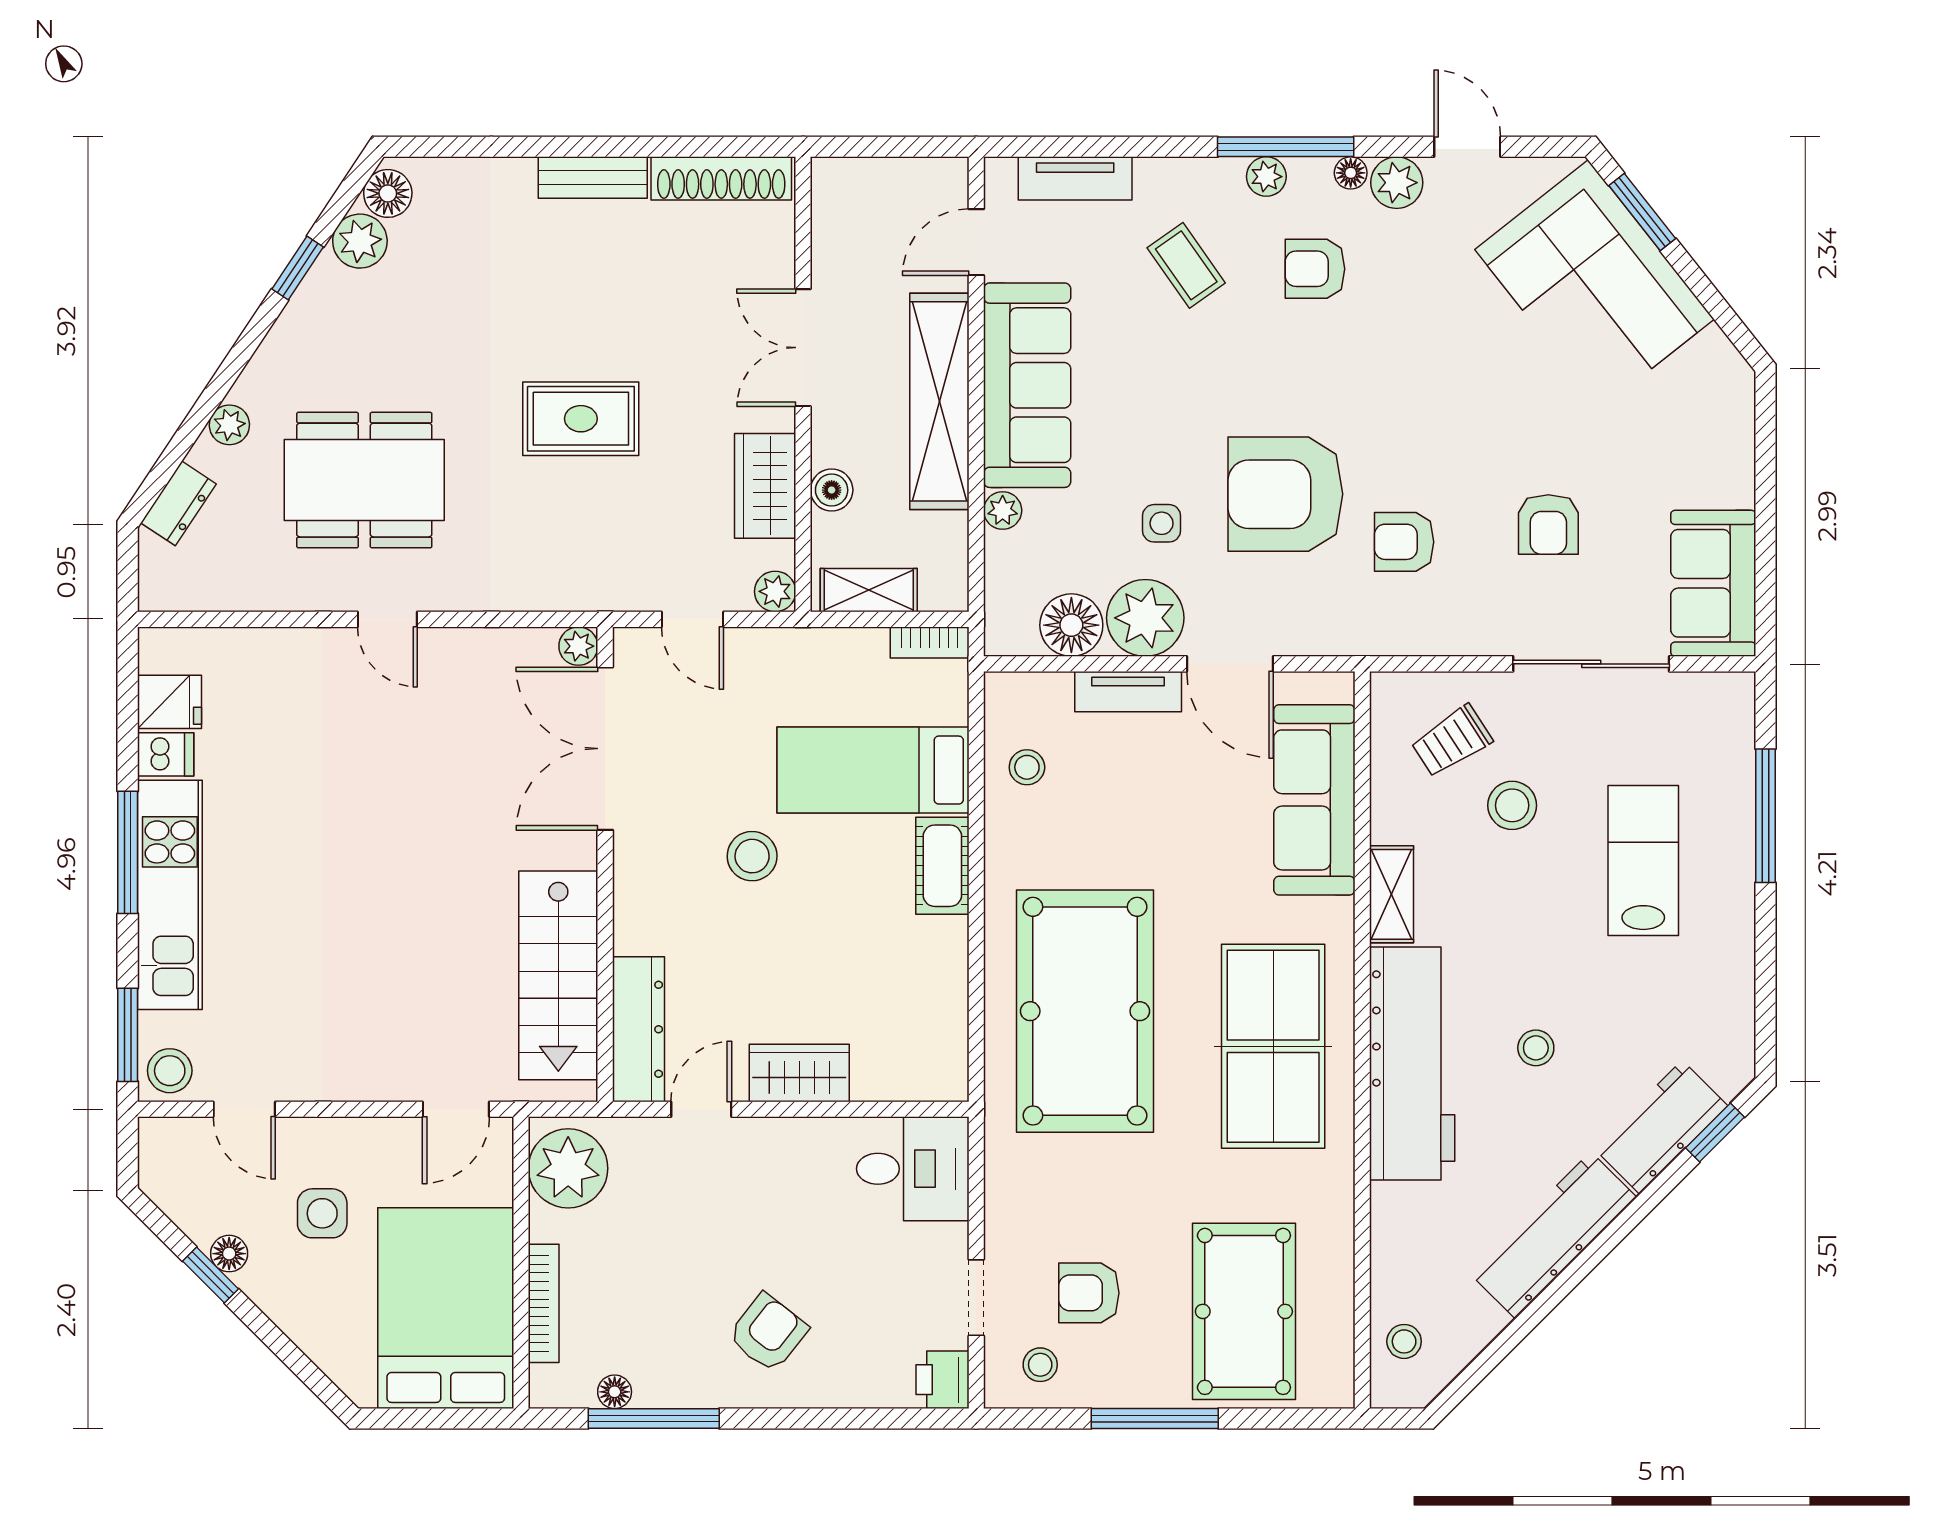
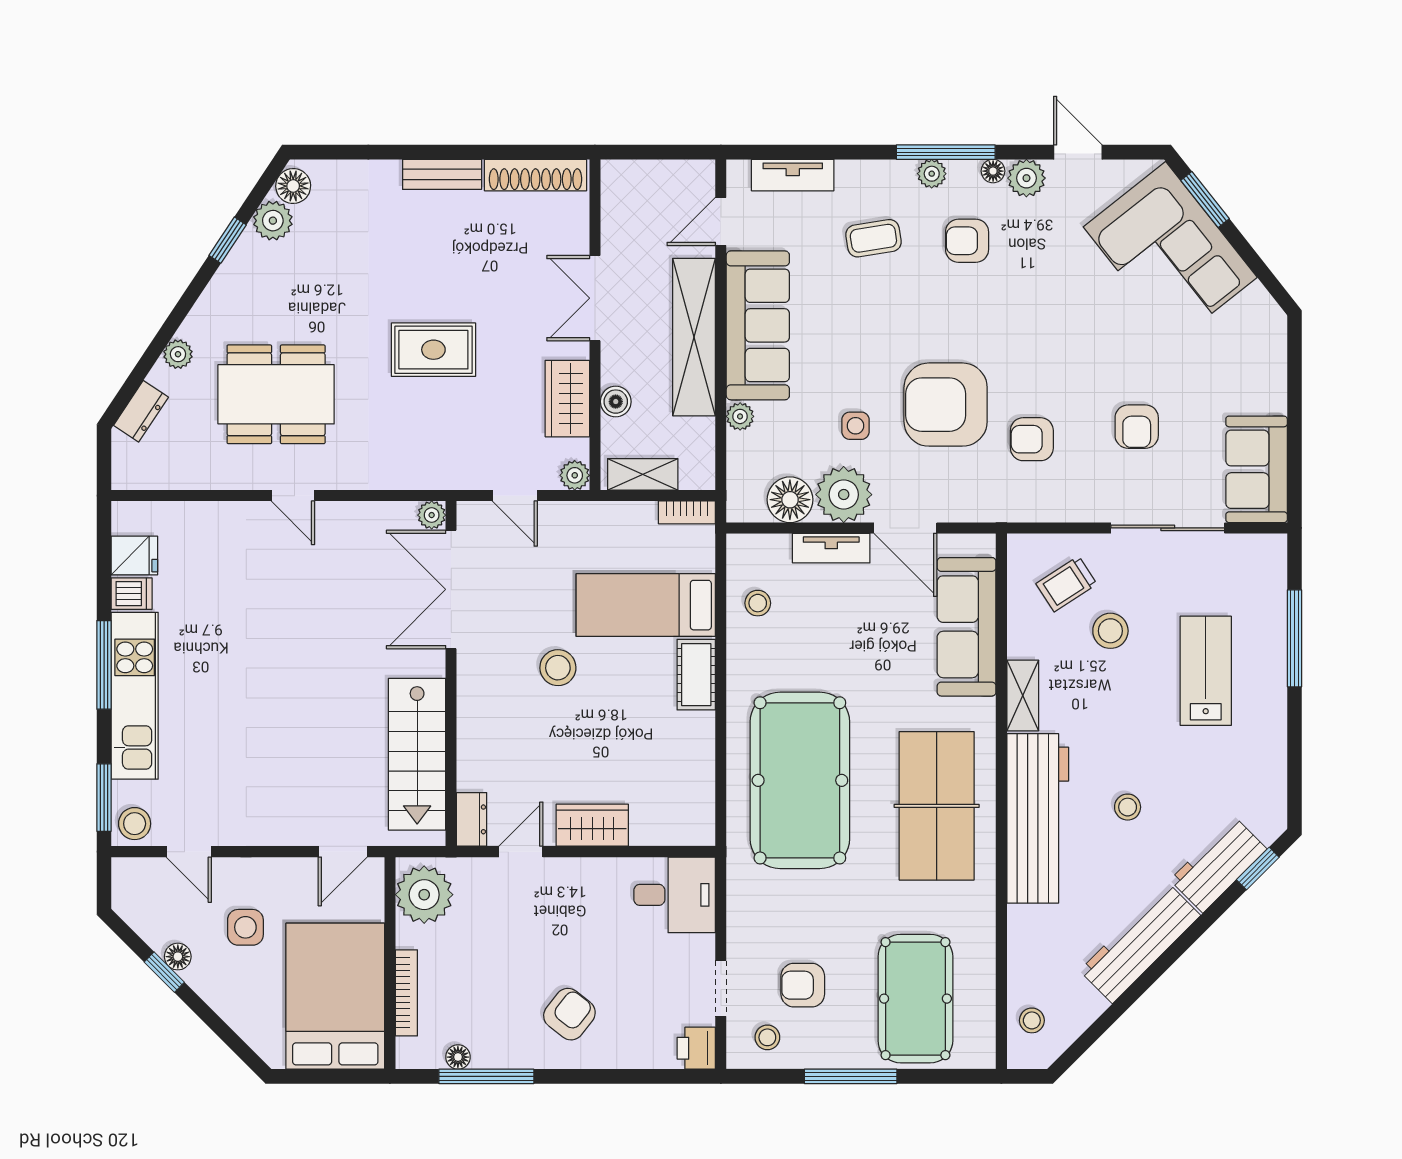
coffee table: (1186, 265) -> (873, 238), turned -64
dresser: (638, 1029) -> (472, 819), width x0.51, depth x0.80

